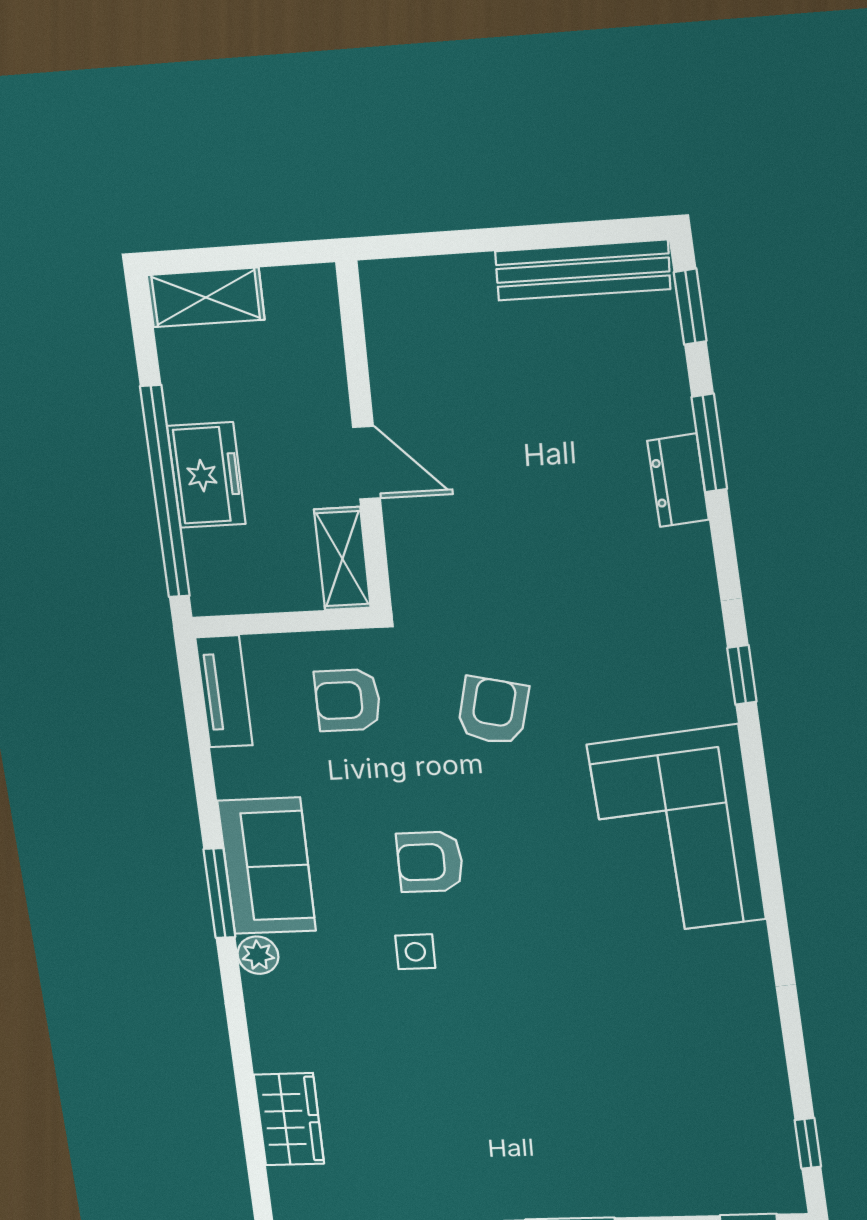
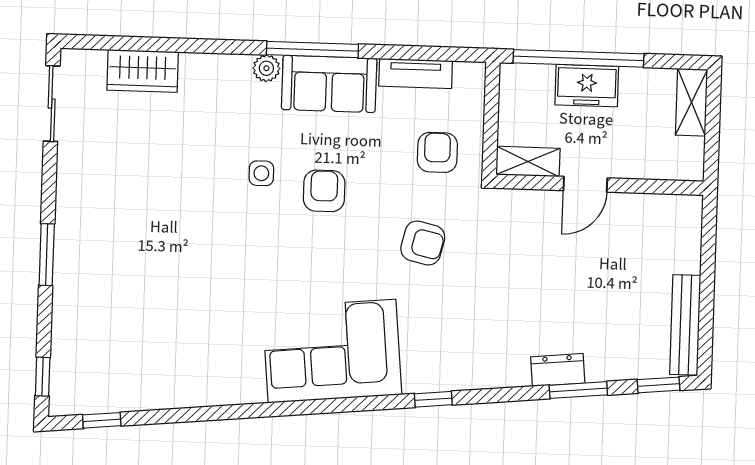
tv unit: (224, 692) -> (416, 74), moved
window: (220, 893) -> (312, 50), width x1.44

